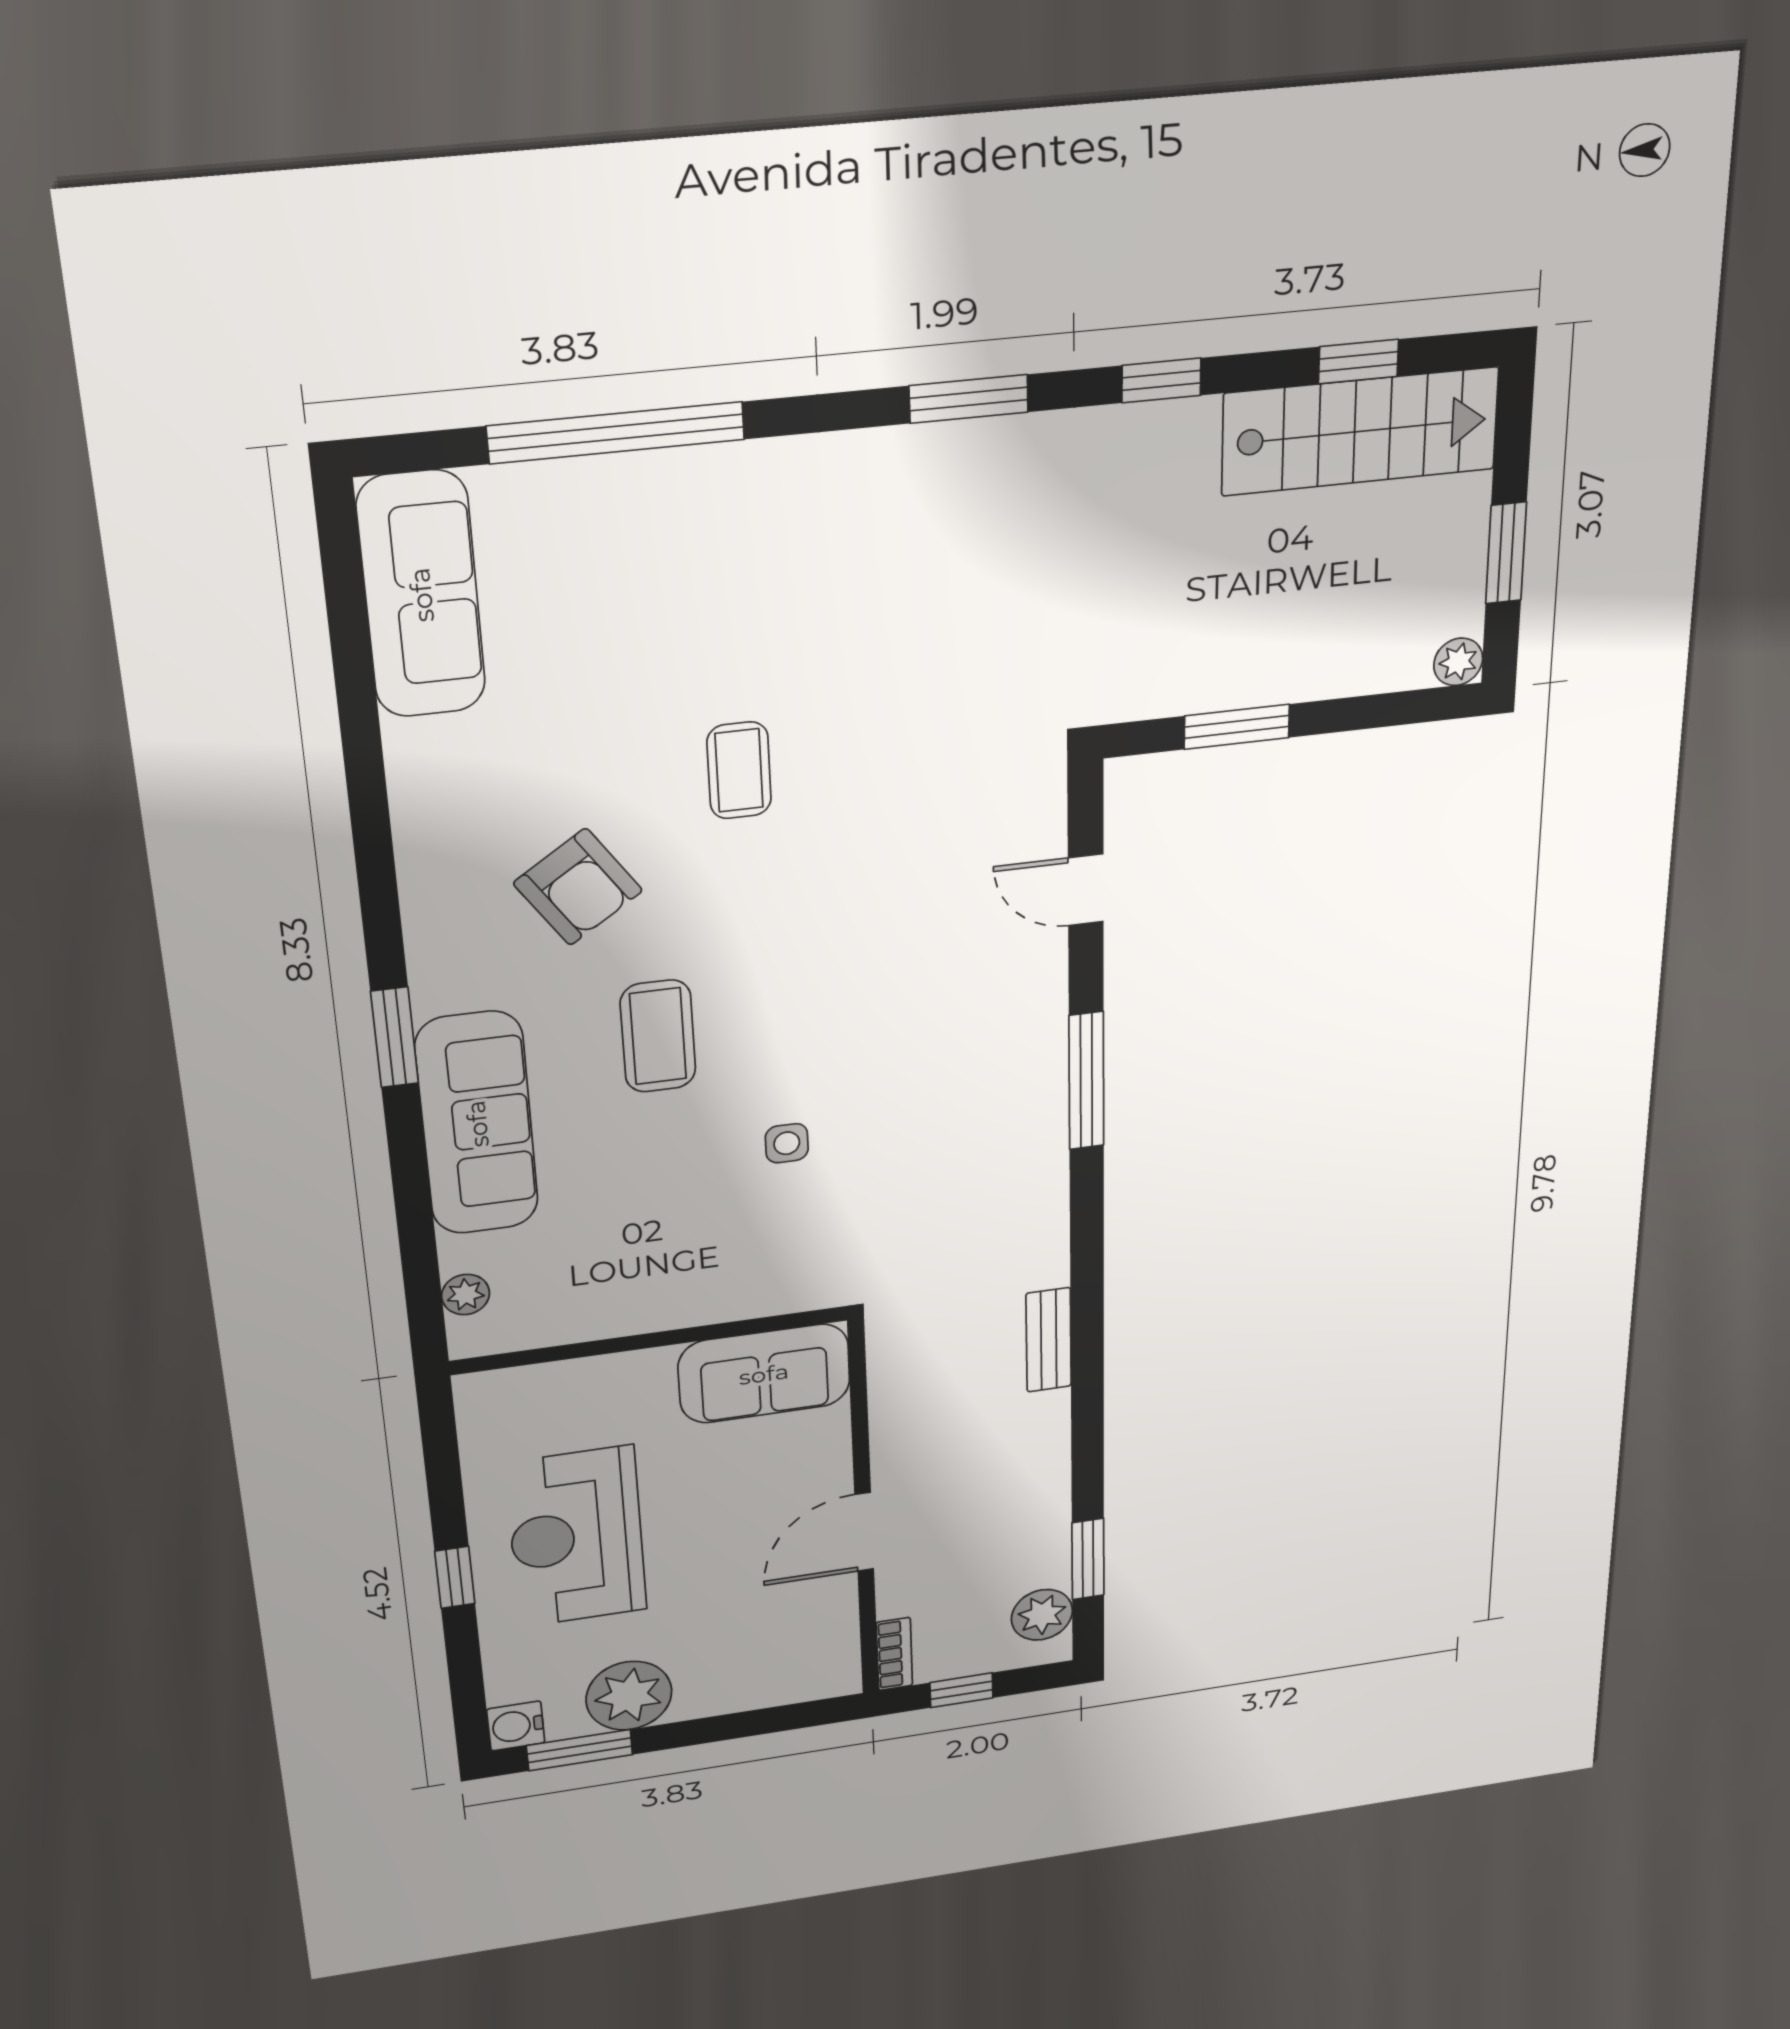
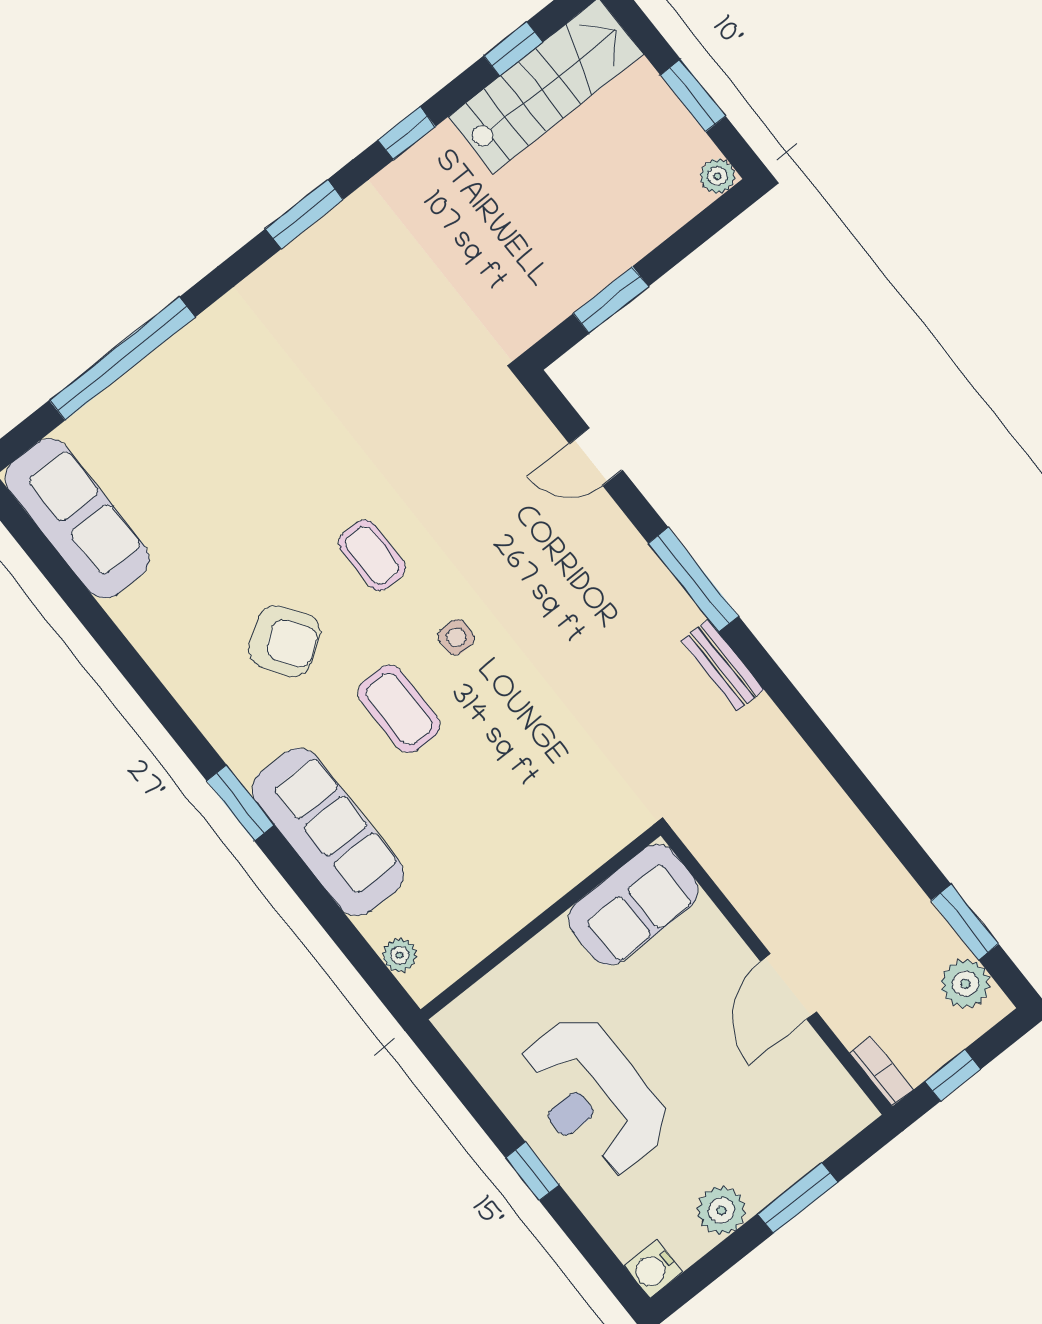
coffee table: (739, 770) -> (372, 555), moved
side table: (787, 1143) -> (456, 637), moved
bench: (1049, 1340) -> (723, 665), moved
plant: (629, 1696) -> (721, 1210), width x0.73, depth x0.73
window: (580, 1750) -> (798, 1198), moved

